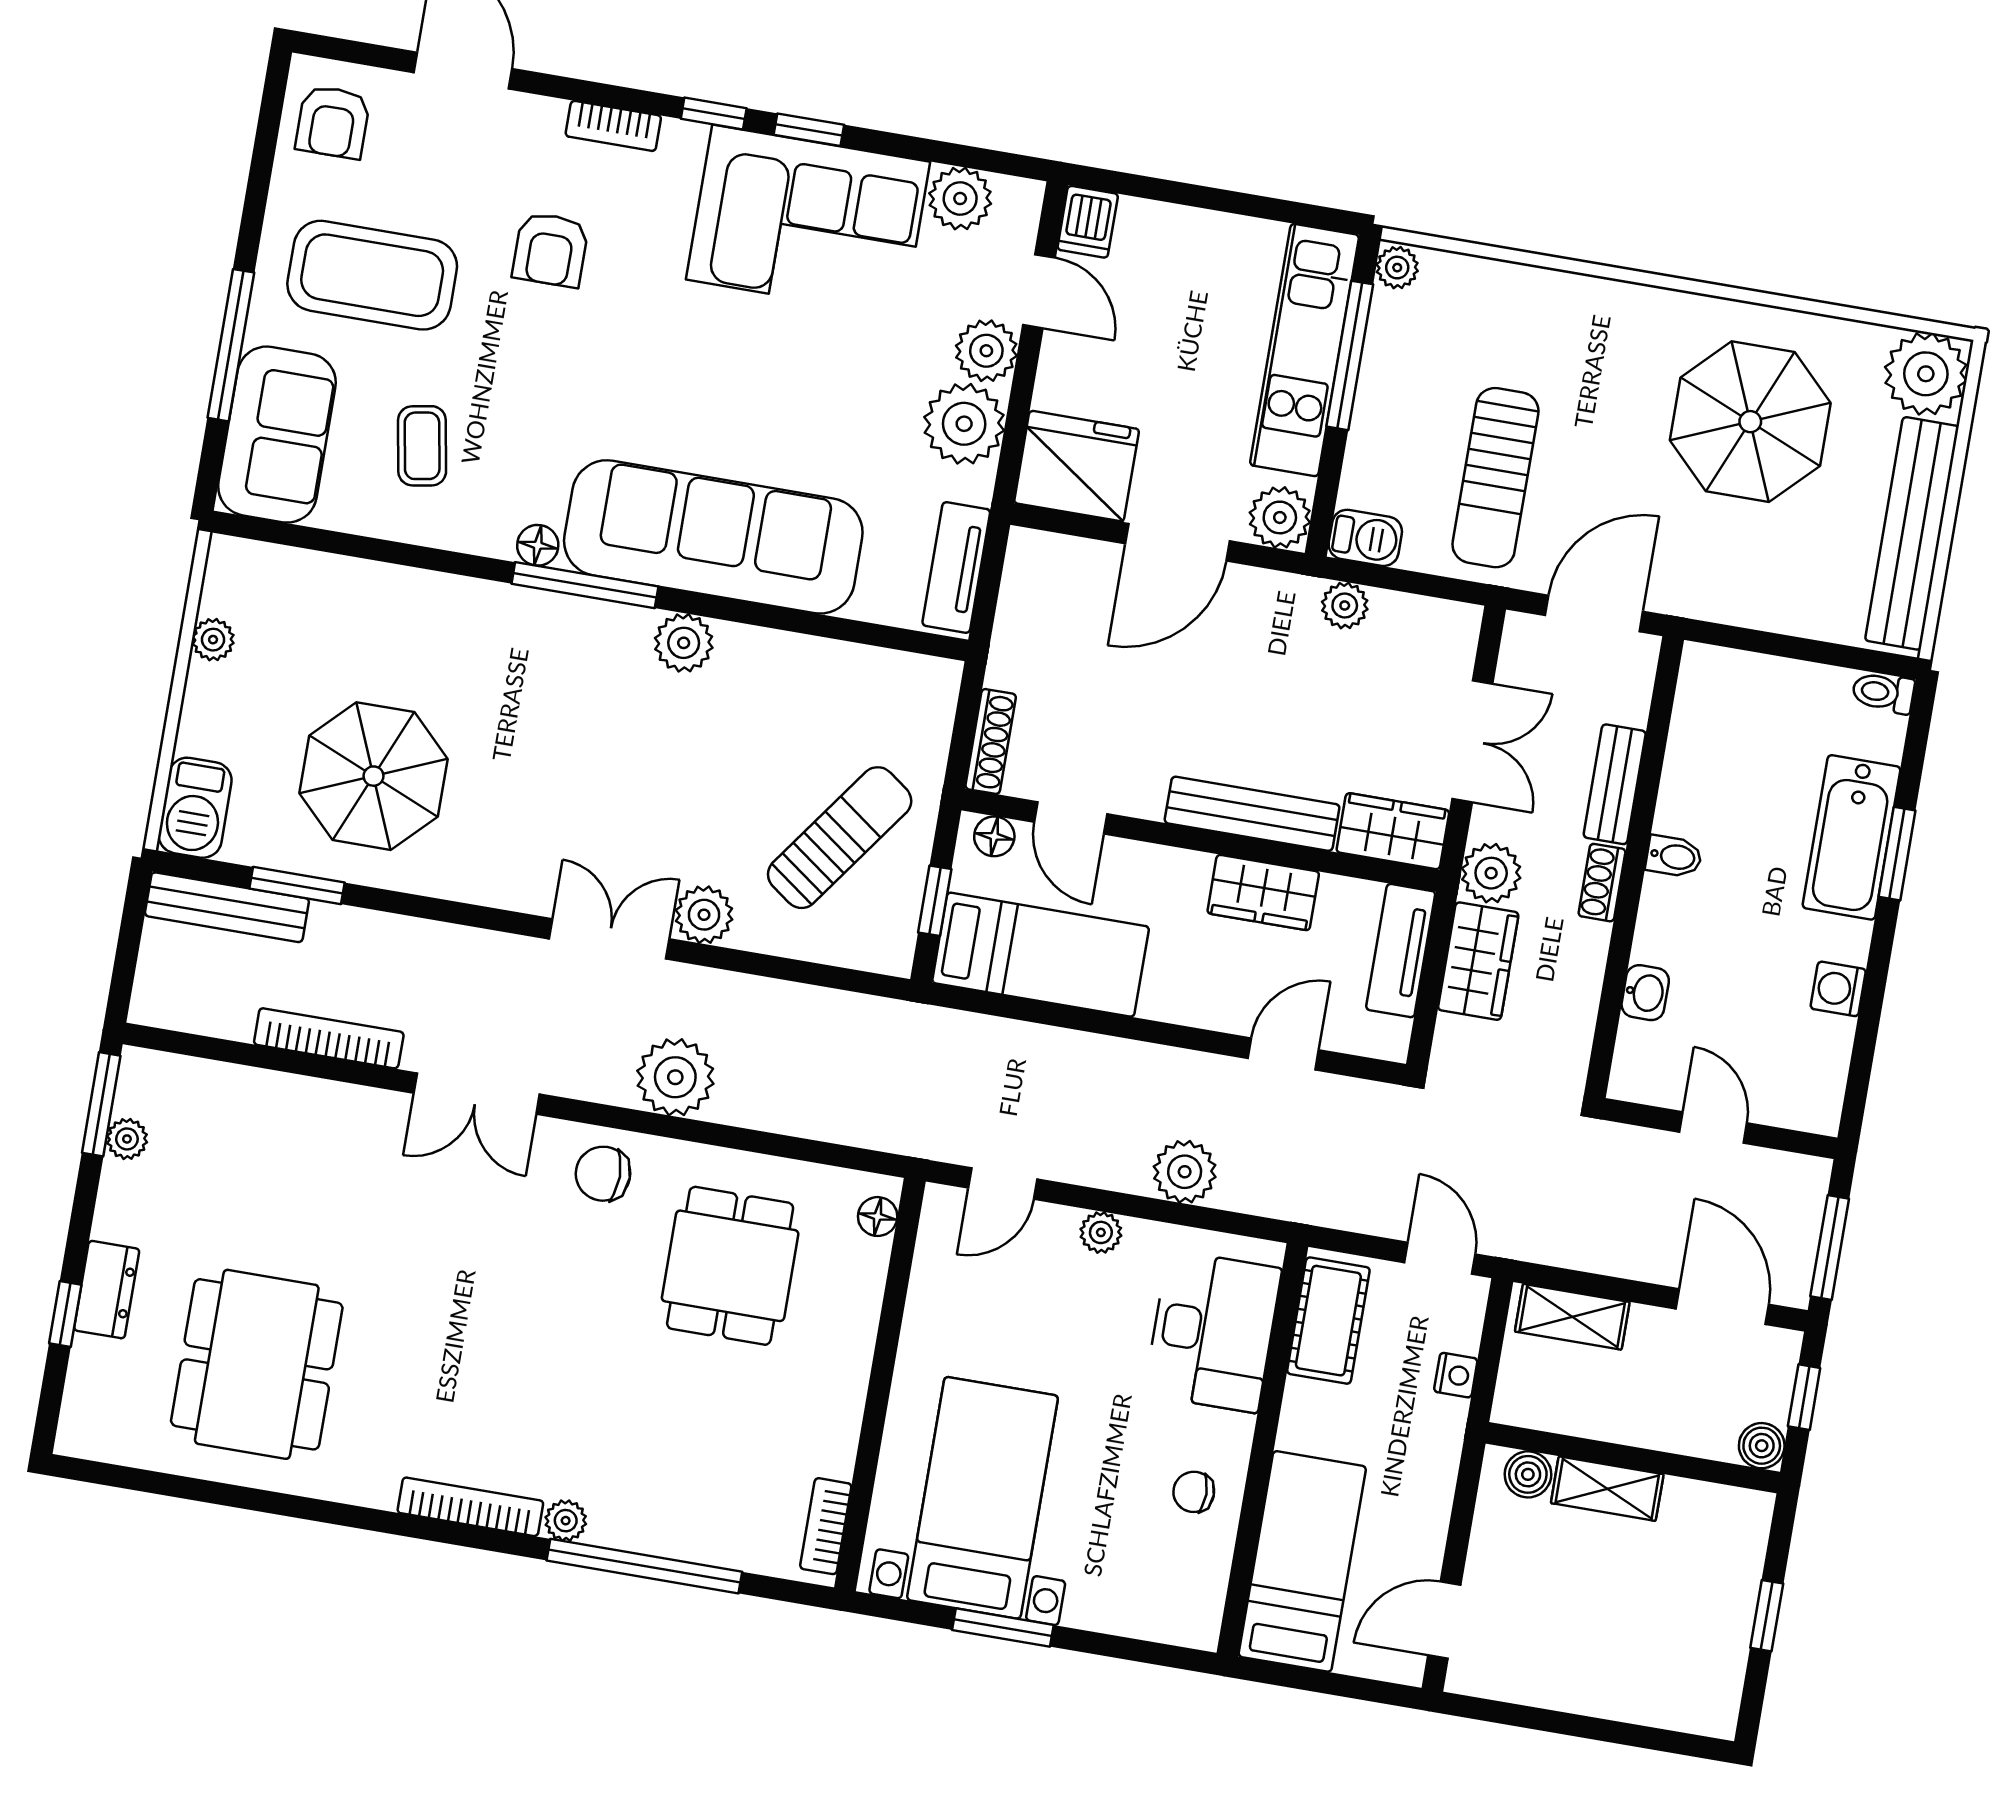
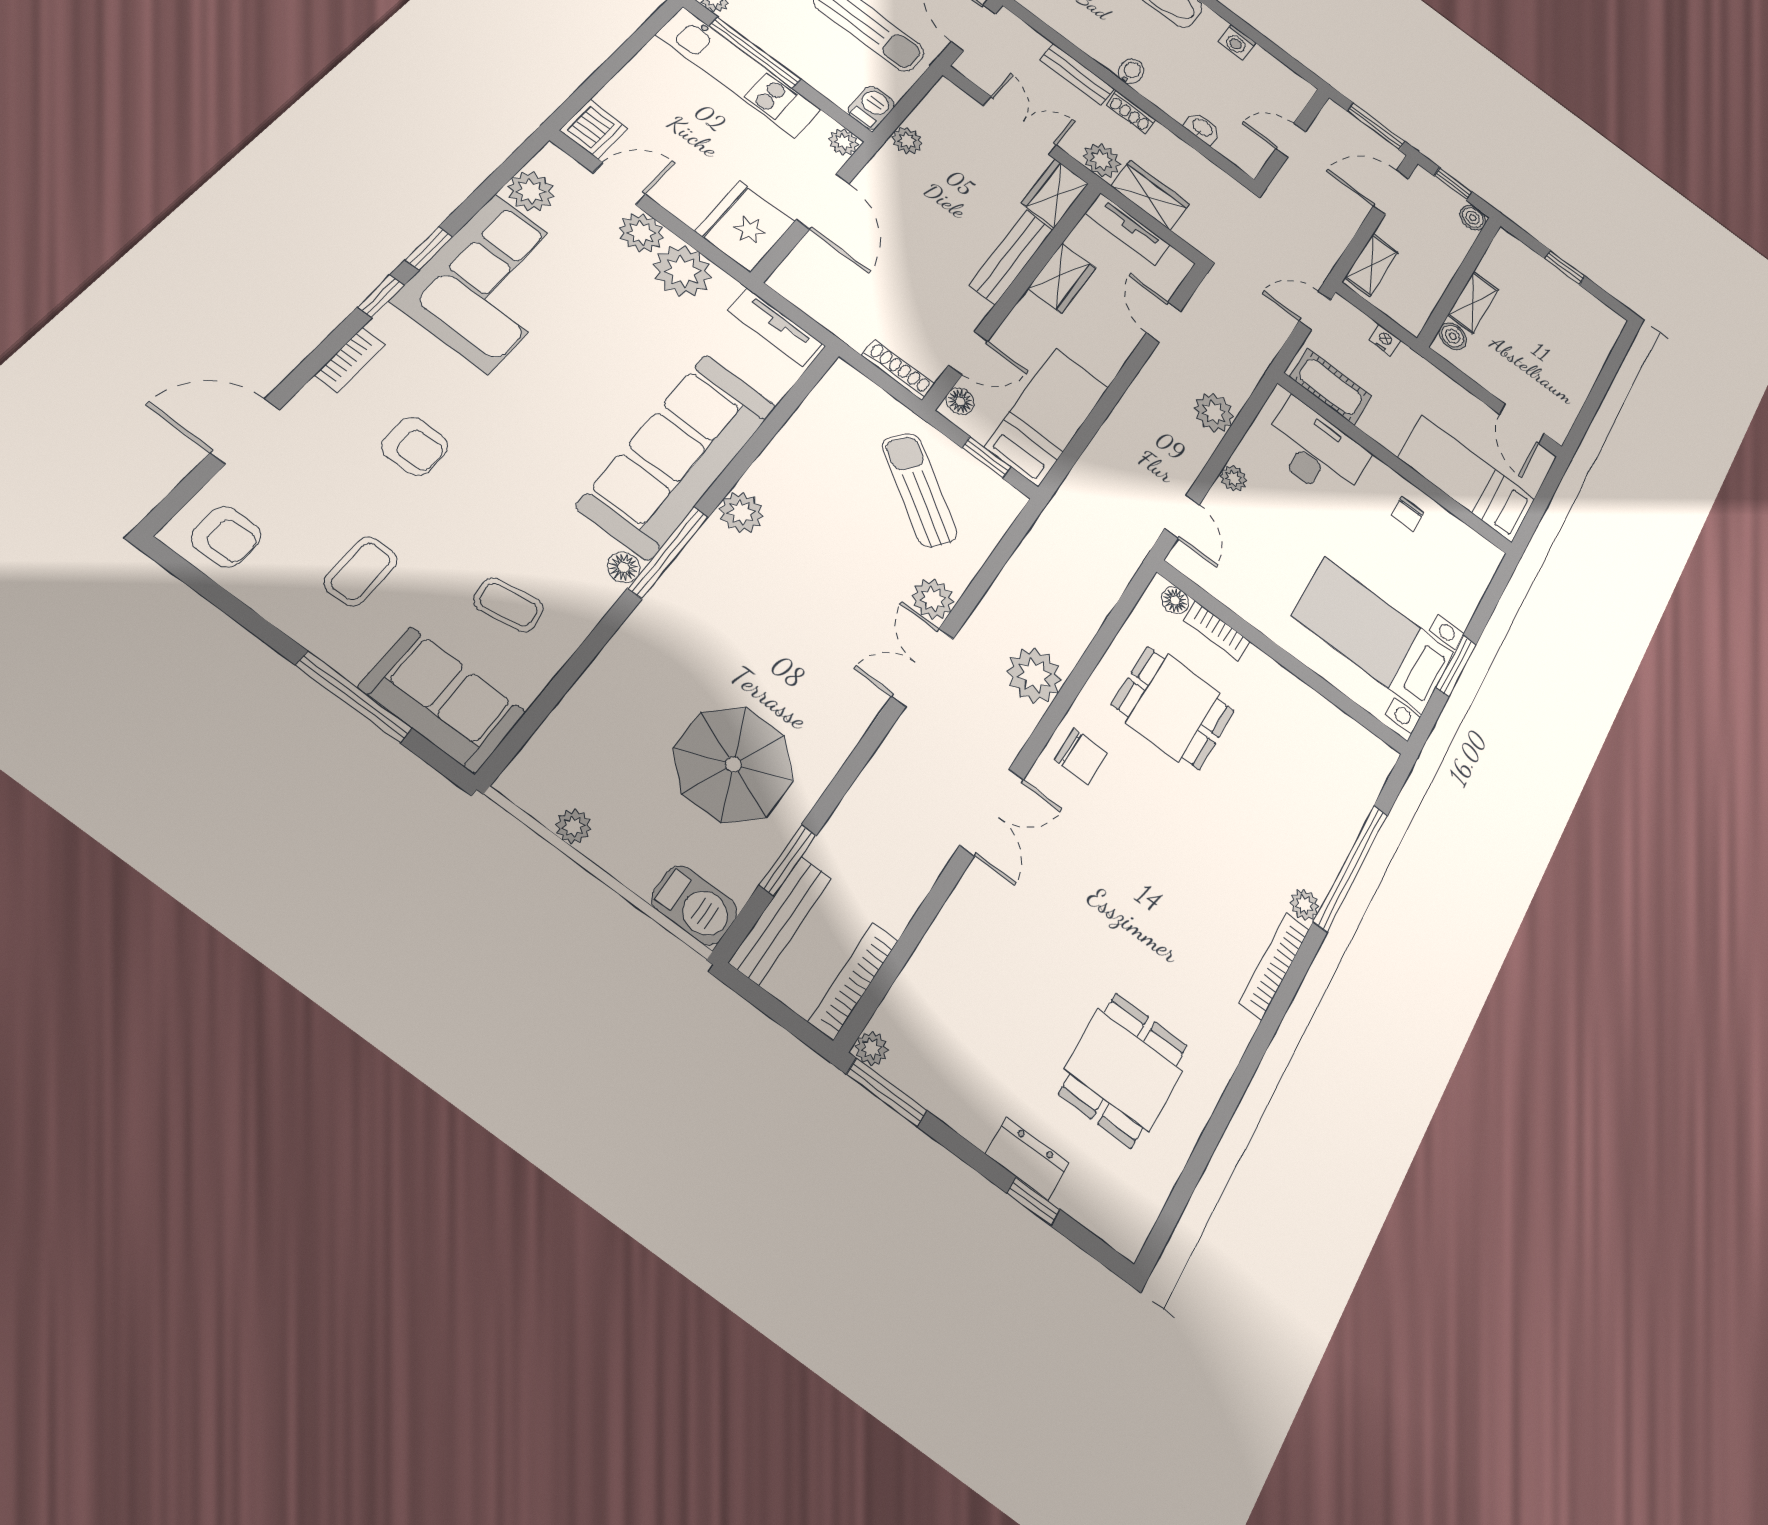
dishwasher: (1088, 222) -> (594, 129), width x1.38
coffee table: (372, 275) -> (361, 571), width x0.54, depth x0.58
plant: (1280, 517) -> (844, 142), width x0.73, depth x0.73
bookcase: (329, 1038) -> (853, 981), moved
plant: (127, 1139) -> (871, 1048), moved
chair: (603, 1174) -> (1081, 757), turned -90
dining table: (257, 1364) -> (1123, 1070), width x0.73
bookcase: (826, 1526) -> (1217, 631), moved

